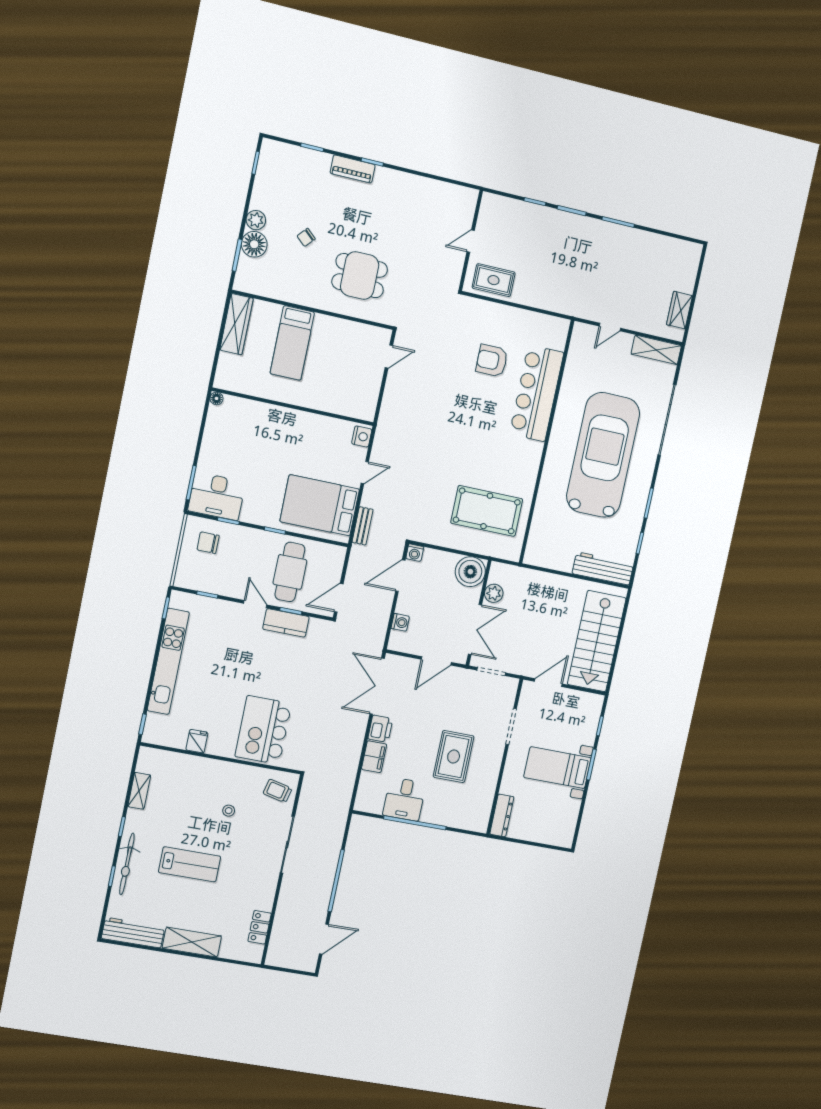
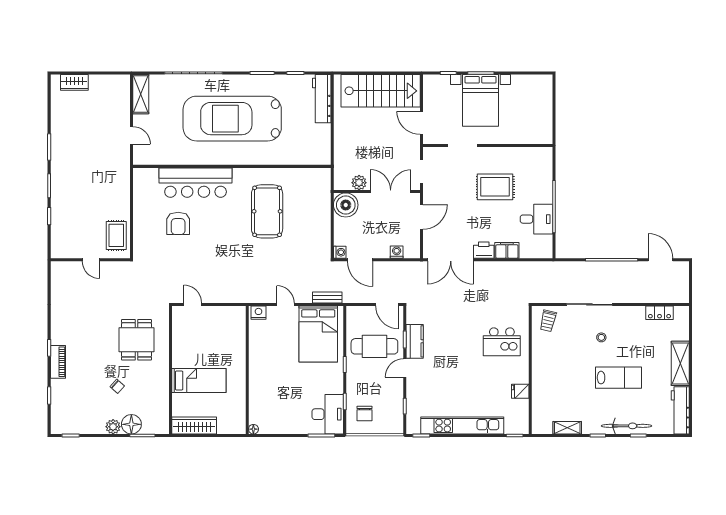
wardrobe: (679, 310) -> (74, 82), moved
pool table: (487, 511) -> (267, 211), moved
door: (436, 661) -> (421, 217), hinge flipped
kitchen island: (263, 730) -> (502, 342), width x0.73, depth x0.78
bed with nightstands: (557, 768) -> (481, 100), width x1.36
stool: (229, 811) -> (601, 337), moved
dresser: (502, 815) -> (535, 137), removed
lab bench: (190, 864) -> (618, 378), turned 90

